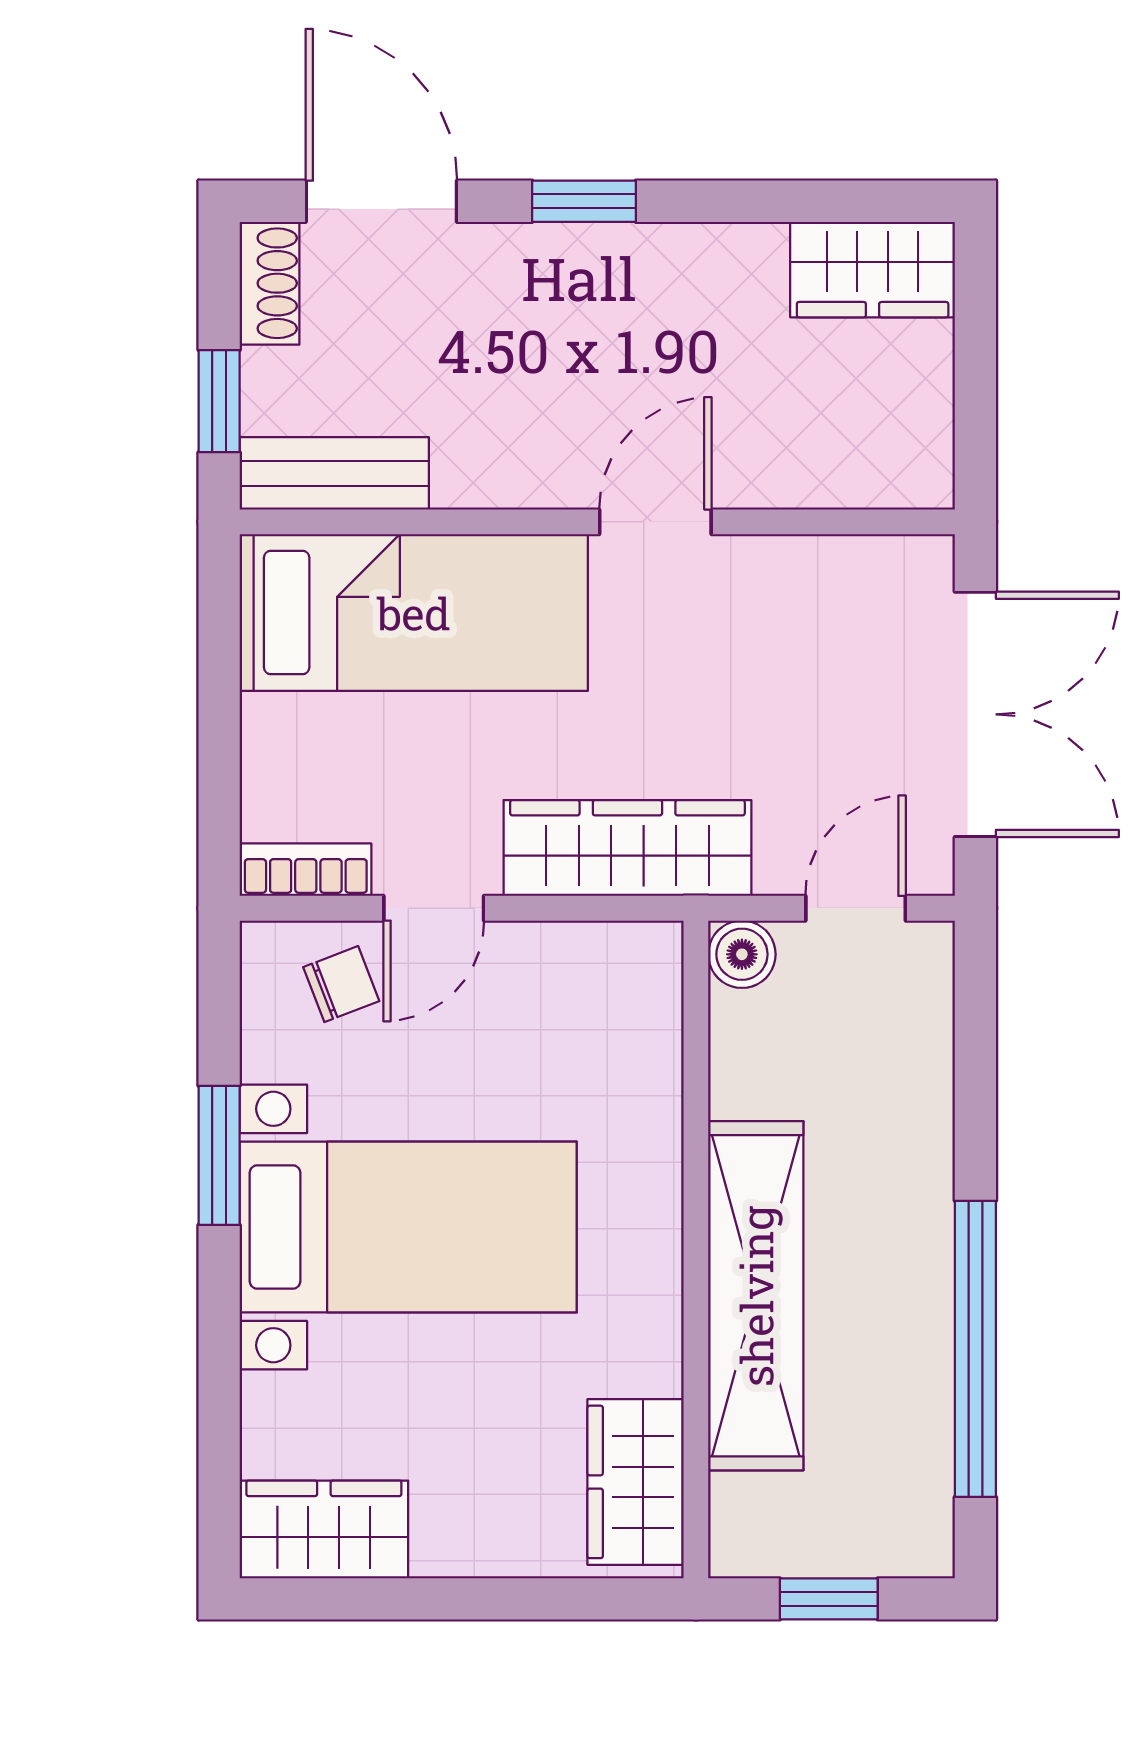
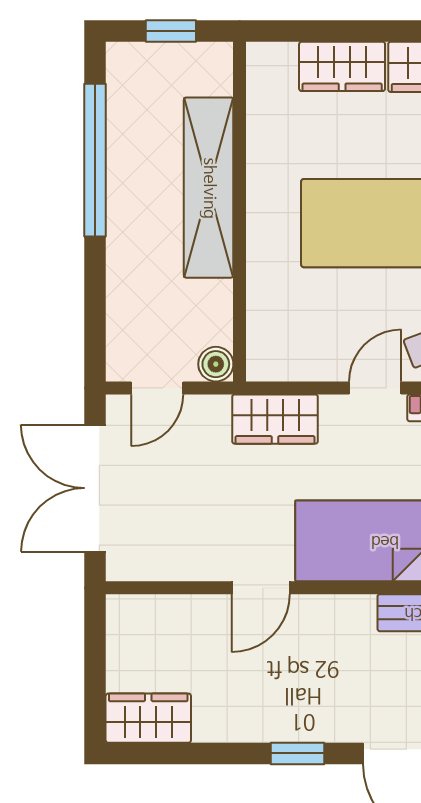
wardrobe: (627, 848) -> (275, 419), width x0.67
wardrobe: (635, 1482) -> (342, 66), moved, turned 90

